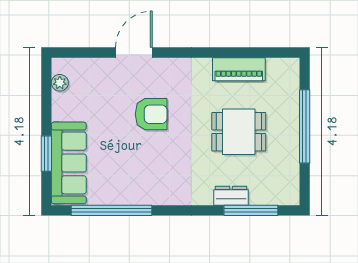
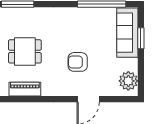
plant: (60, 83) -> (128, 81), width x1.88, depth x1.88
dresser: (231, 196) -> (30, 13), removed

